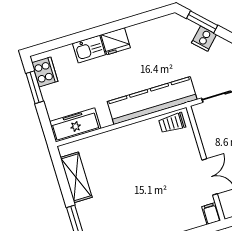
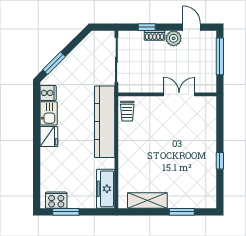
cooker: (204, 39) -> (48, 93), moved, turned -45
kitchen sink: (89, 49) -> (49, 113), moved
filing cabinet: (211, 214) -> (209, 102), removed

